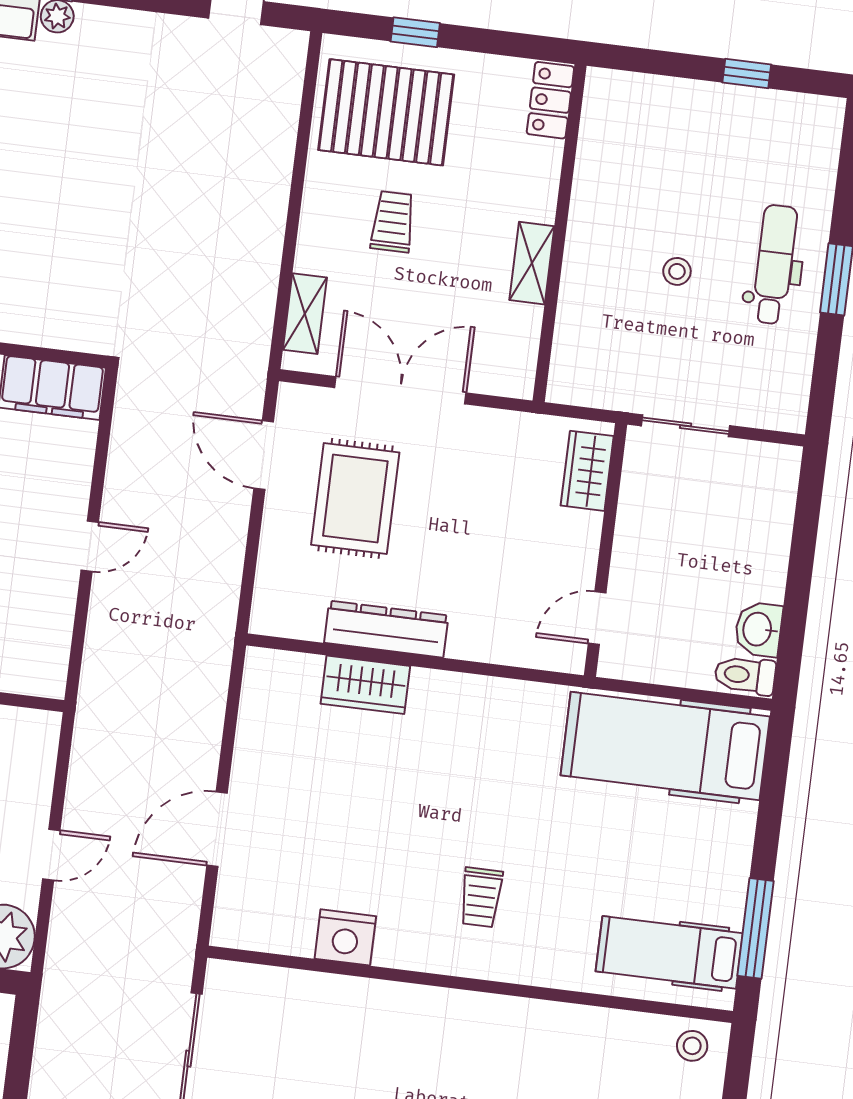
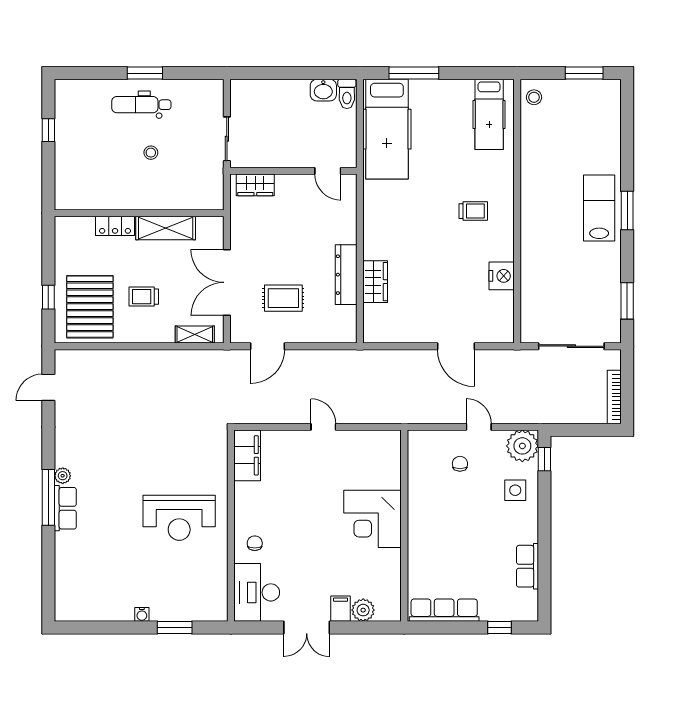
locker: (550, 100) -> (115, 226), moved
shelving: (532, 263) -> (166, 228), width x1.50, depth x1.33
rug: (355, 499) -> (283, 298), width x0.73, depth x0.70
window: (756, 928) -> (414, 73), moved

